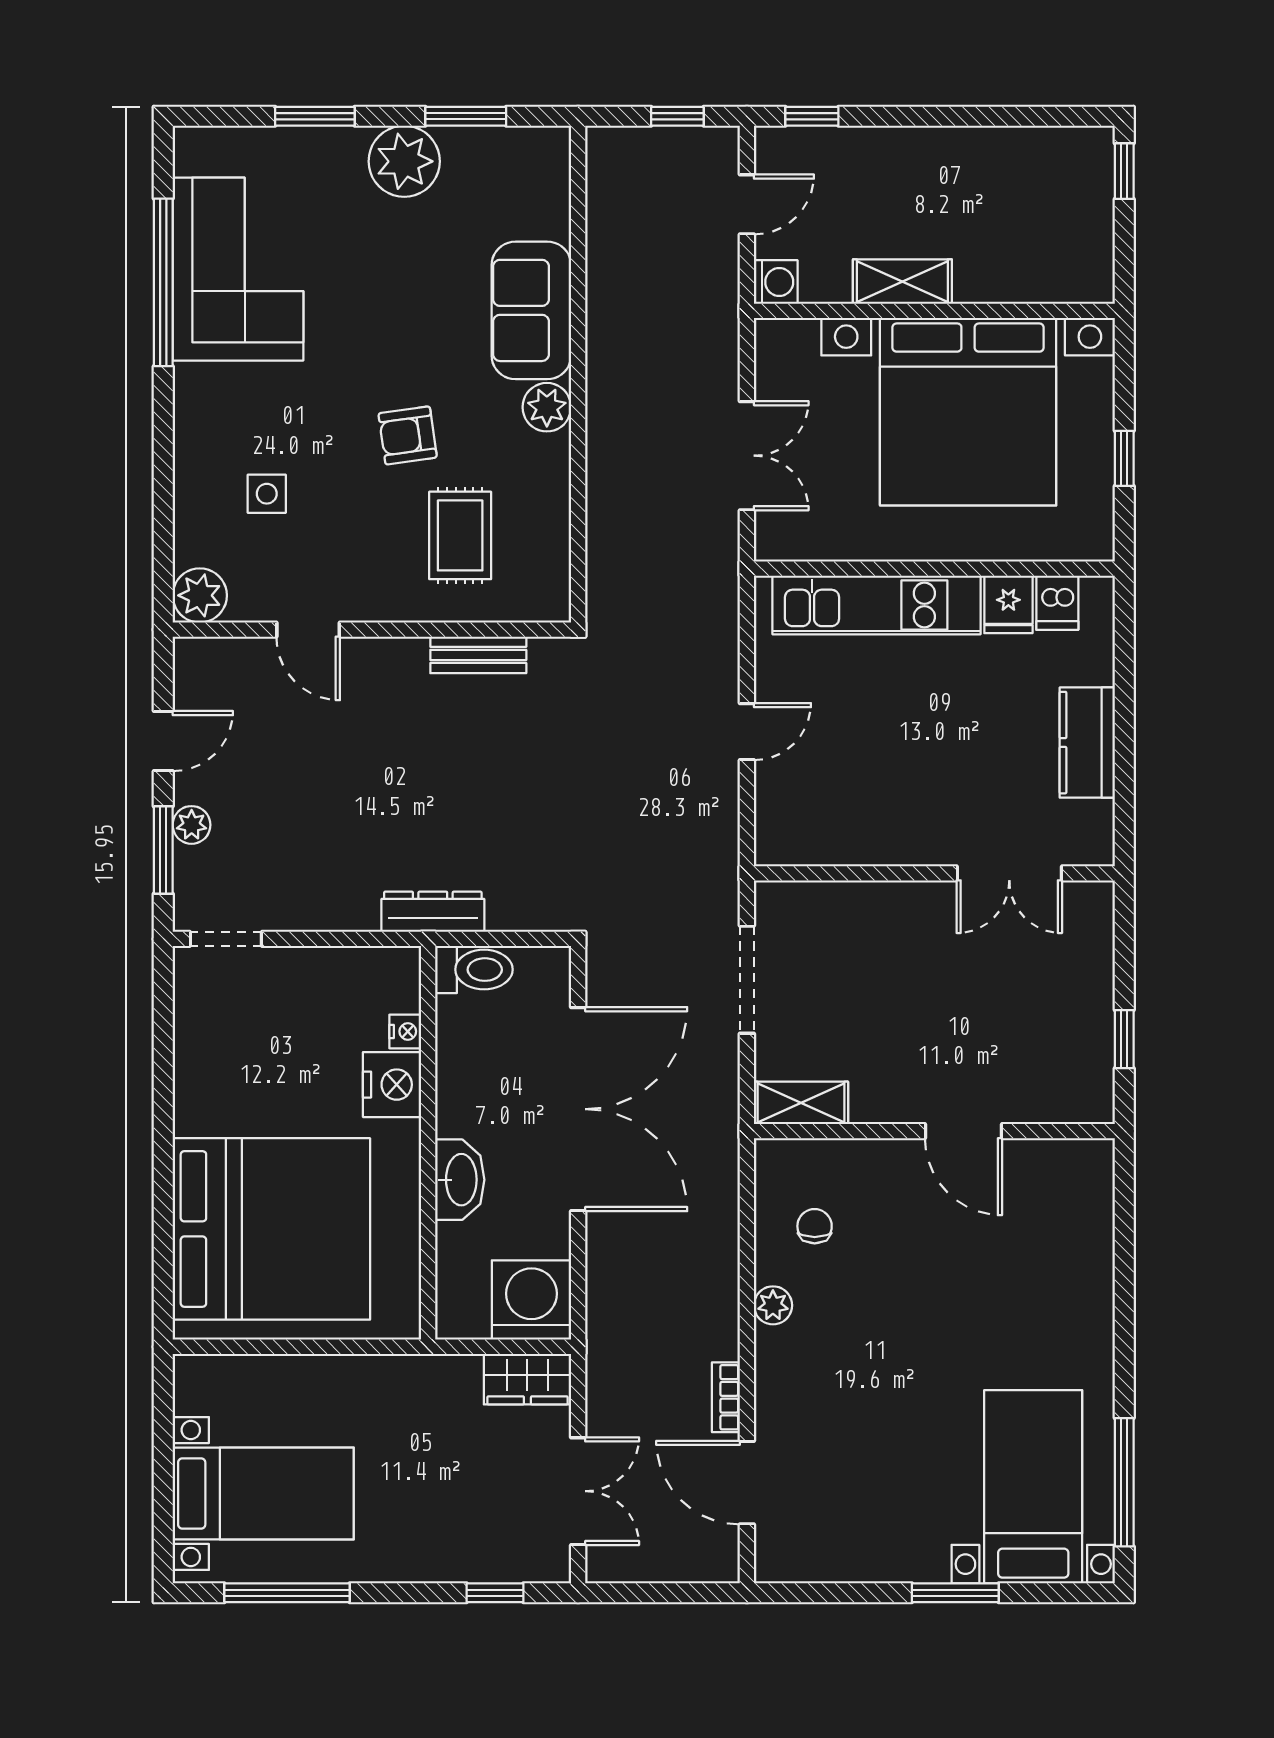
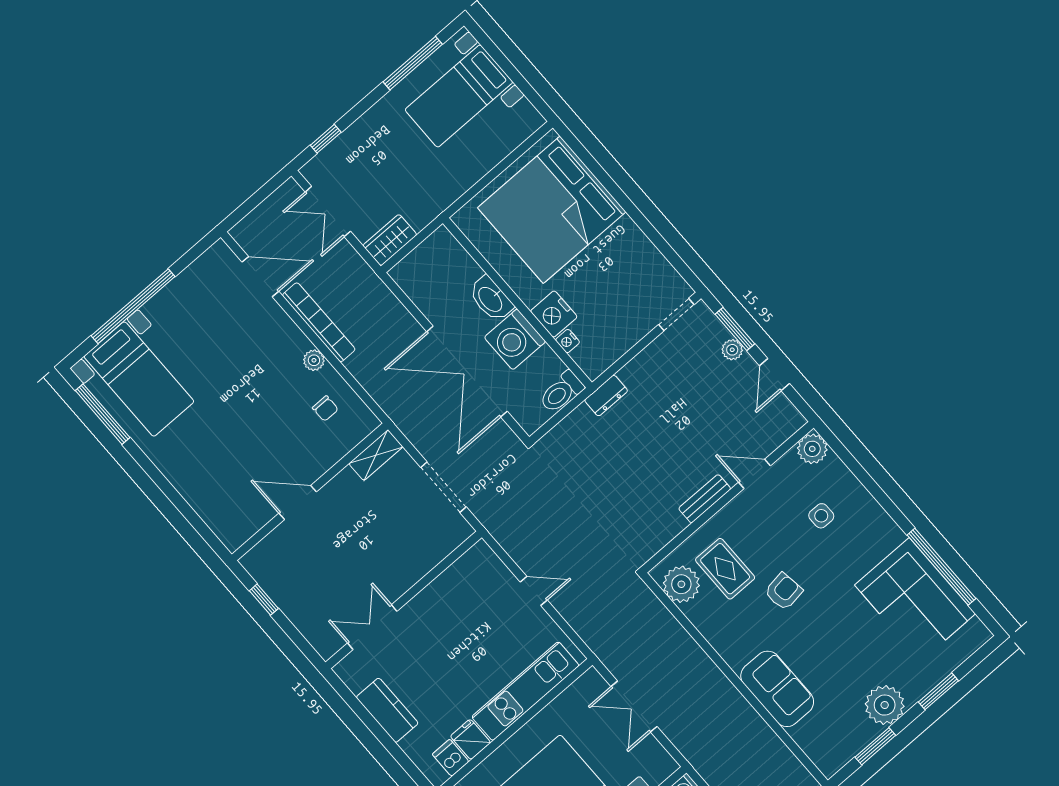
plant: (547, 407) -> (681, 584), moved, width x1.36, depth x1.36
bench: (478, 655) -> (705, 499), moved
door: (747, 732) -> (534, 591), swing flipped
dresser: (433, 912) -> (606, 396), width x0.70
washing machine: (531, 1300) -> (515, 339), moved, turned 90
bookcase: (726, 1397) -> (319, 322), width x2.31, depth x1.31
window: (955, 1593) -> (133, 306), width x2.11

